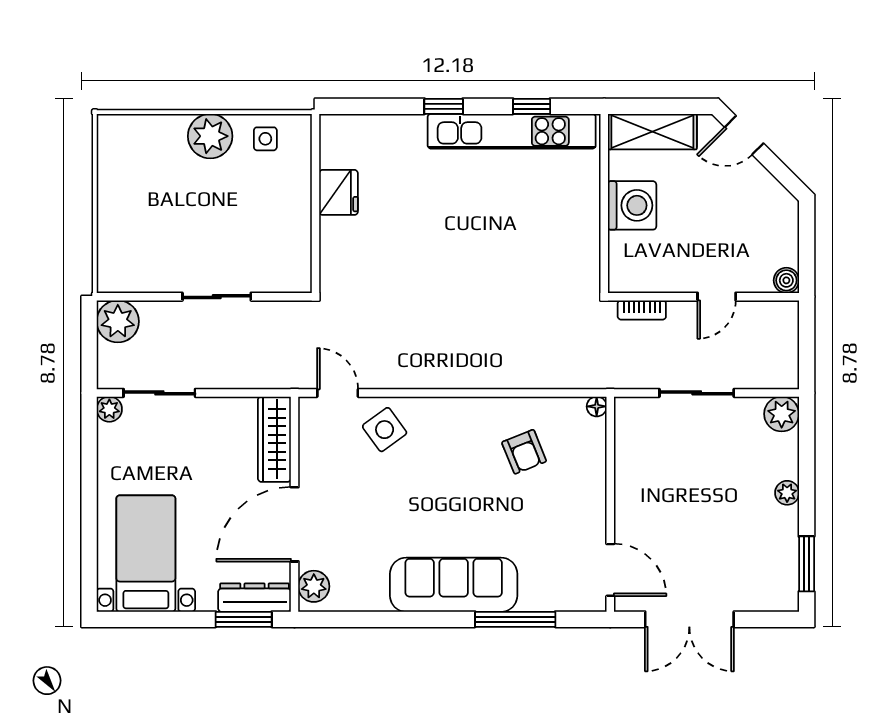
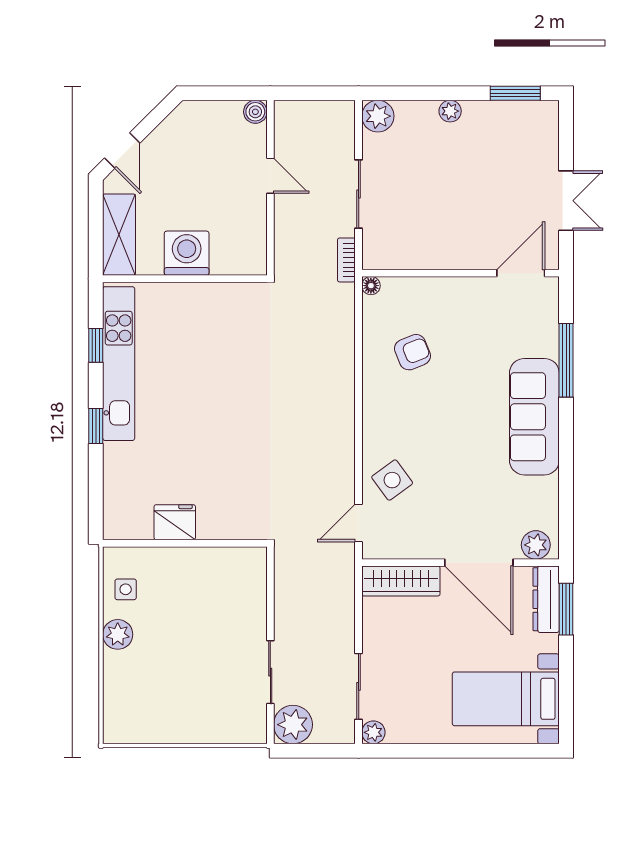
plant: (210, 136) -> (118, 634), width x0.73, depth x0.73
sliding door: (217, 297) -> (270, 672), moved
bookcase: (642, 310) -> (346, 260), moved, turned 180
double door: (689, 619) -> (566, 201), width x0.73

